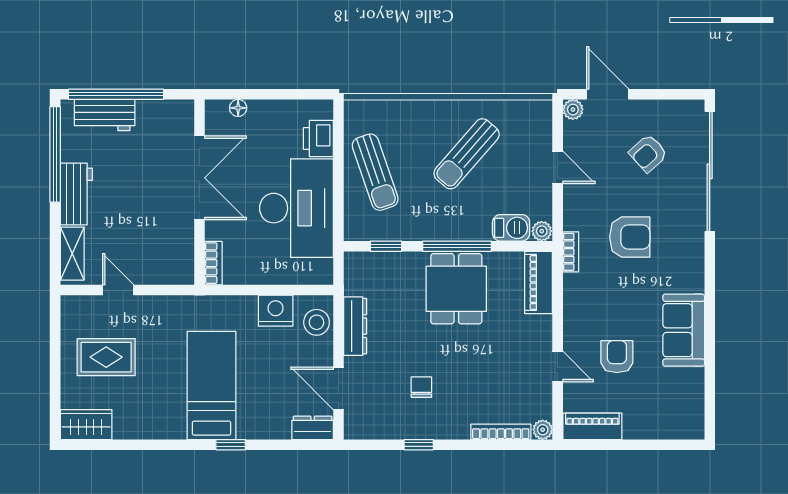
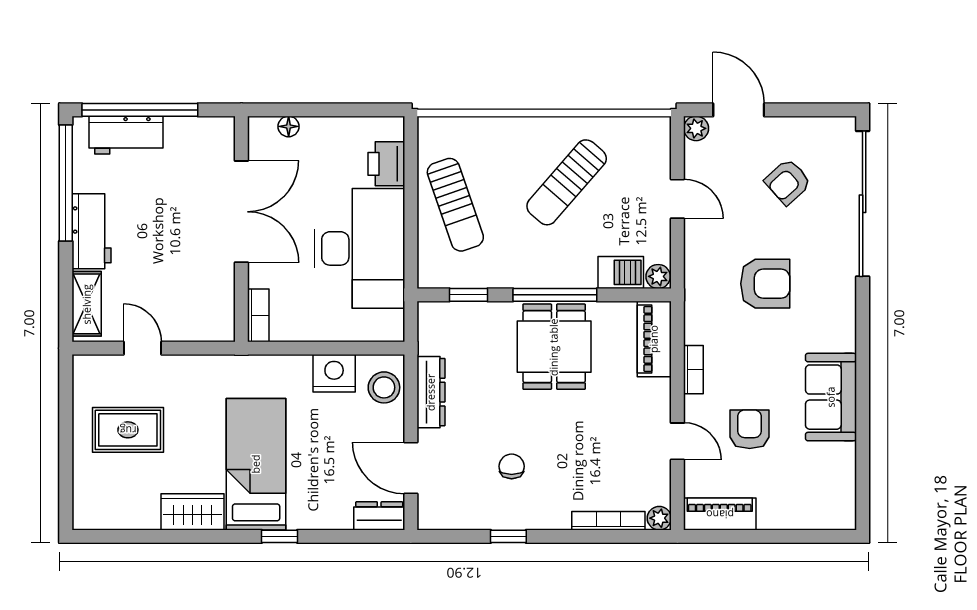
bookcase: (571, 252) -> (693, 370), moved
wardrobe: (86, 425) -> (193, 512), moved

